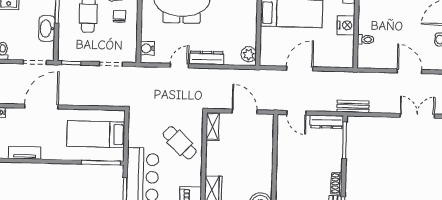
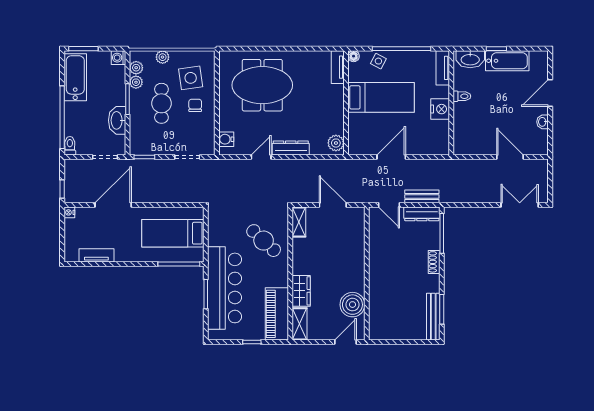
toilet: (366, 39) -> (462, 96), moved
bench: (353, 106) -> (422, 196), moved
shoe rack: (336, 183) -> (434, 262), moved

